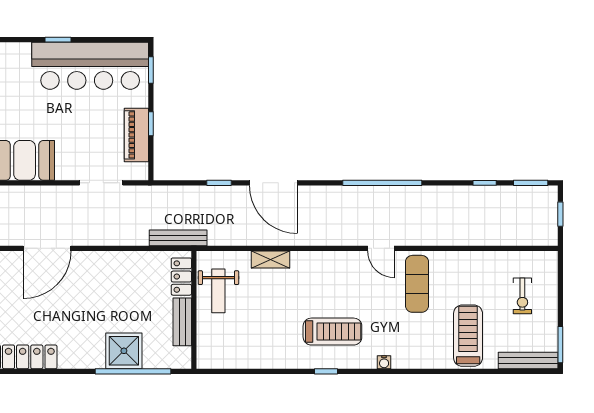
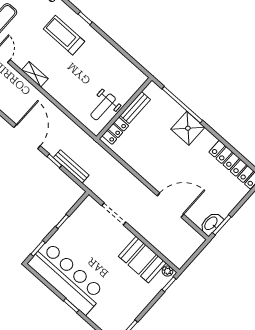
piano: (136, 135) -> (74, 222), removed
bench: (178, 238) -> (71, 166), moved
shelving: (271, 260) -> (35, 74), moved
weight bench: (218, 291) -> (103, 107), turned 180
shower: (124, 351) -> (188, 128), moved

